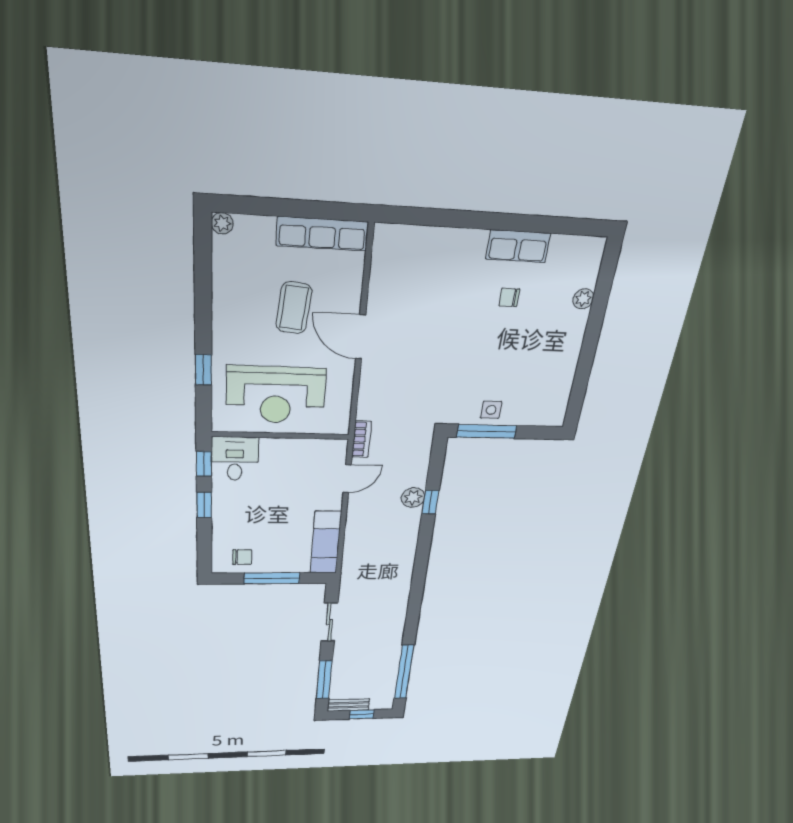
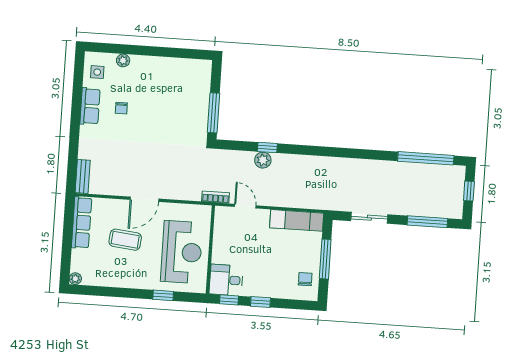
side table: (491, 410) -> (97, 72), moved
bench: (348, 705) -> (83, 176), moved

